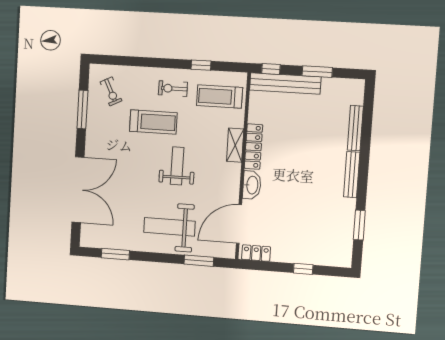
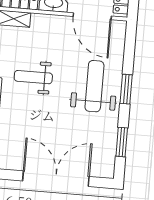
weight bench: (169, 227) -> (94, 86), turned 180
window: (199, 261) -> (126, 89), moved

